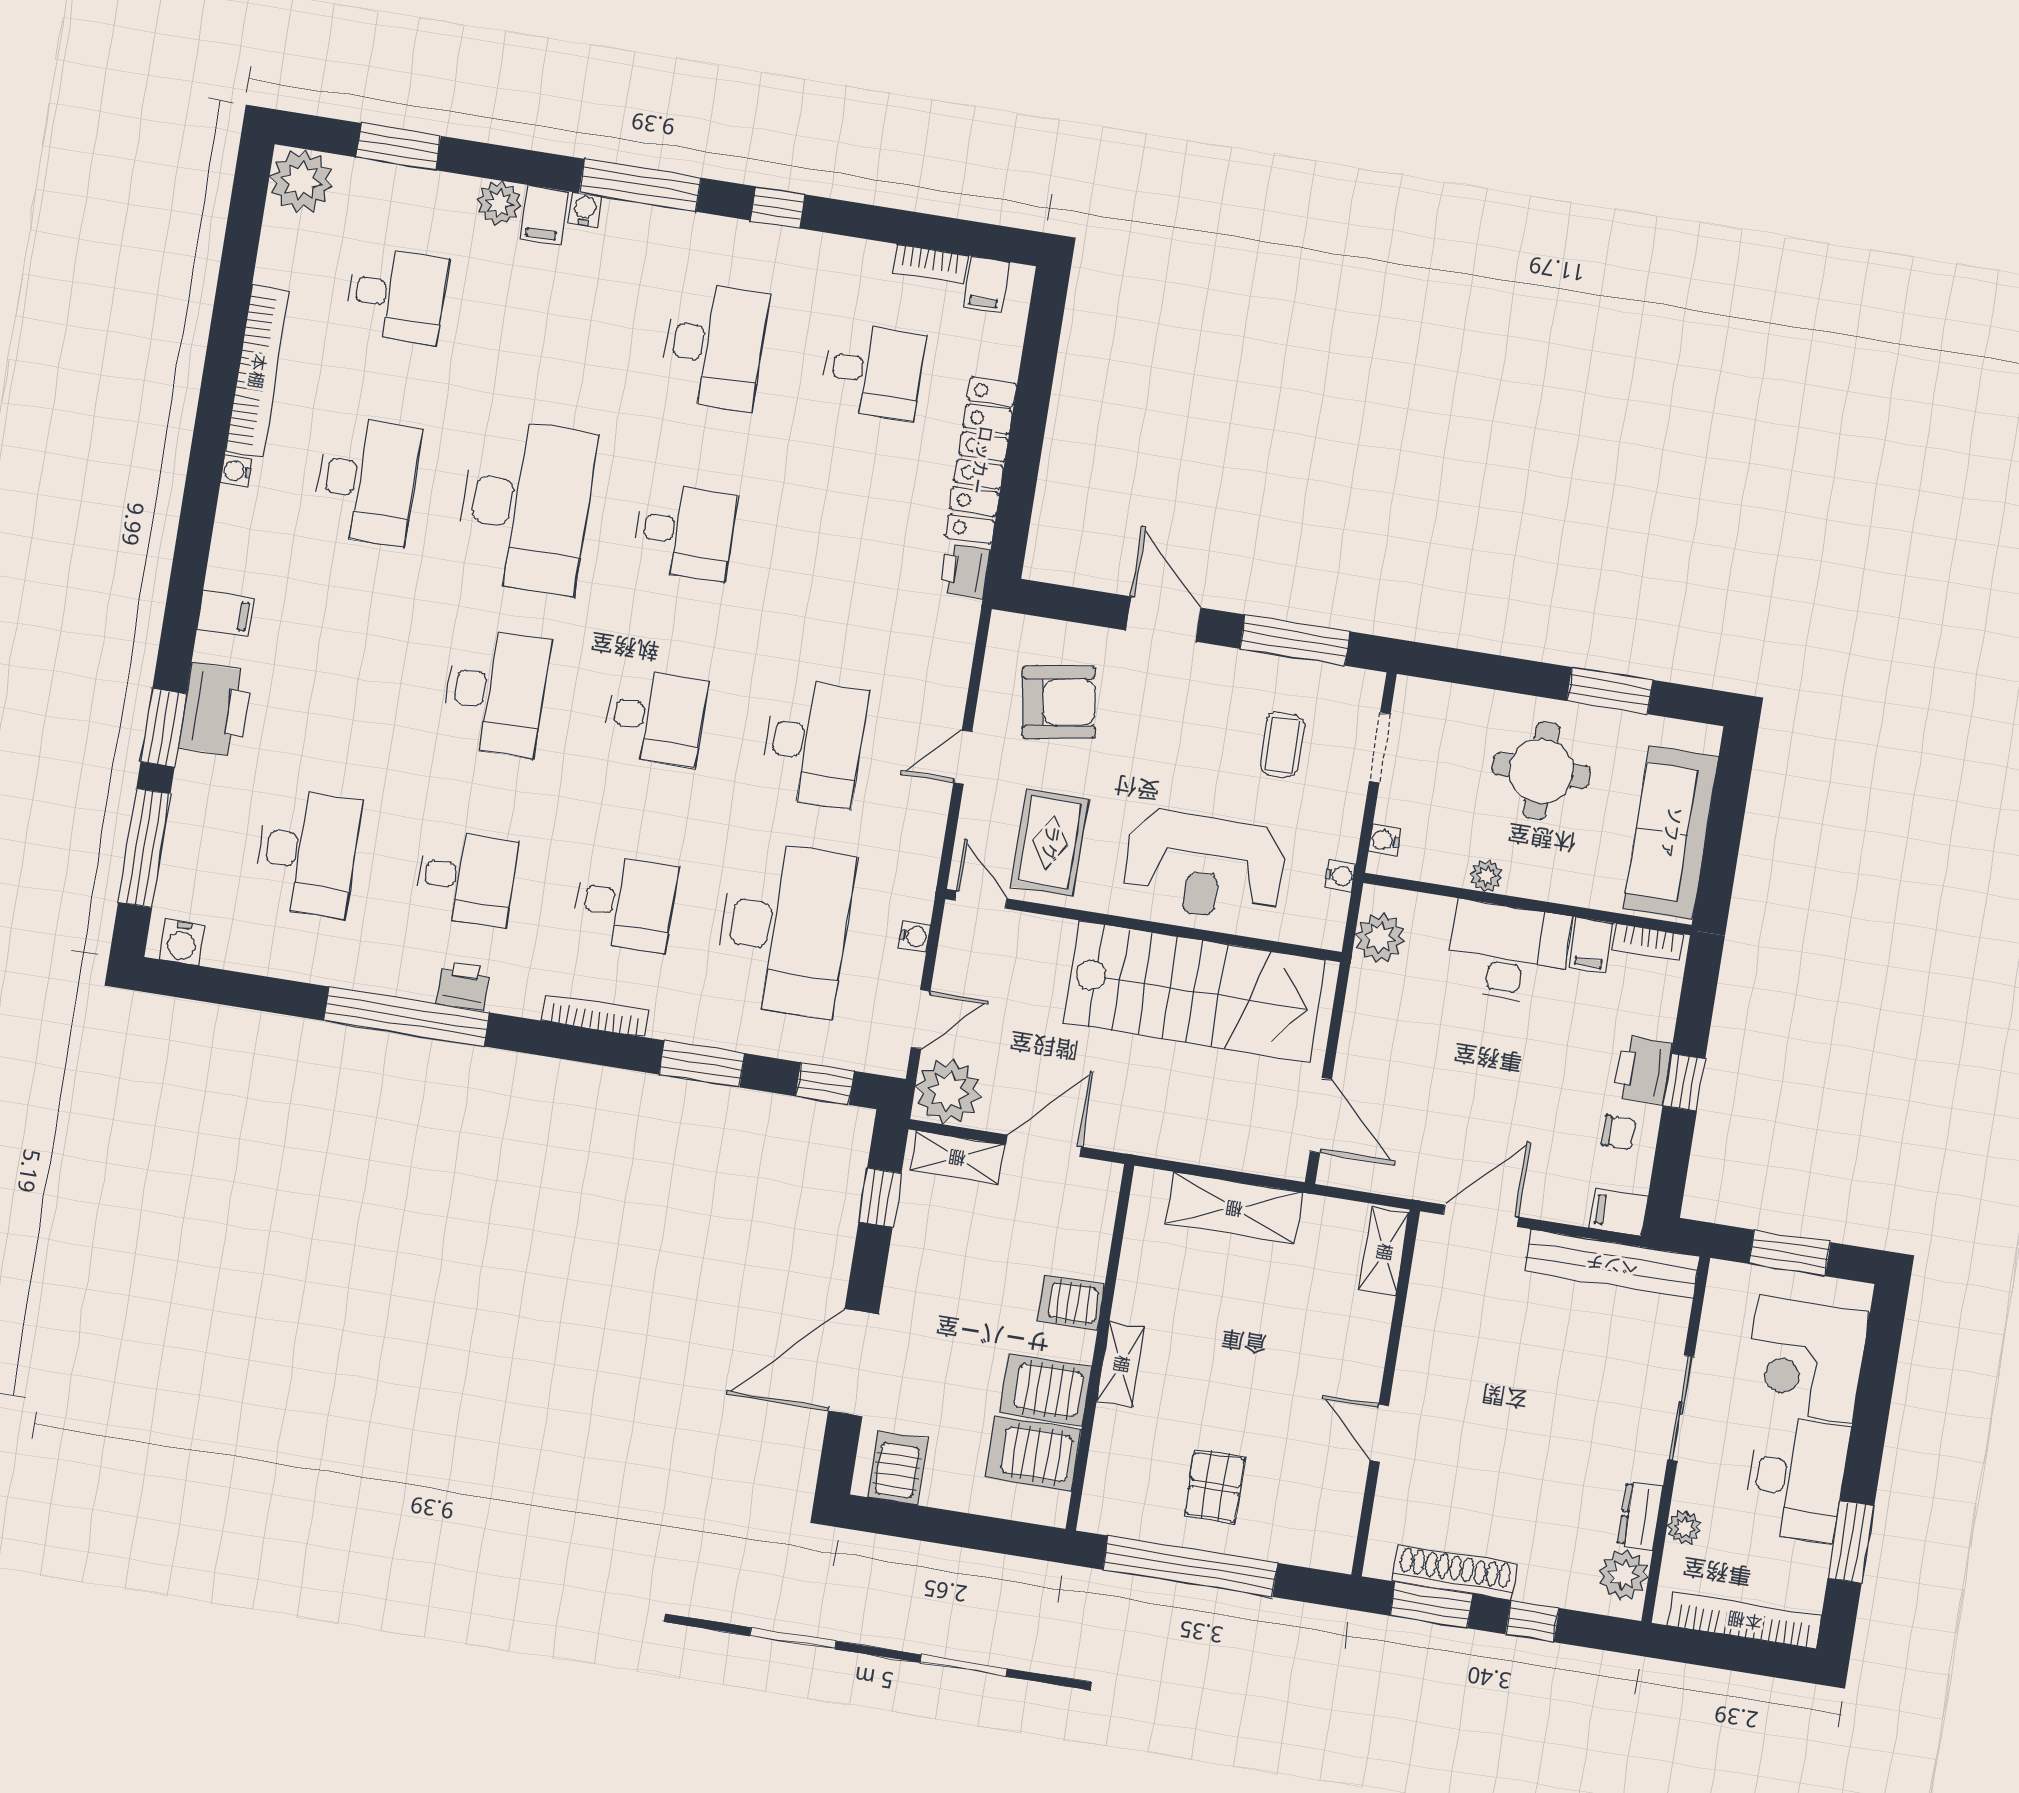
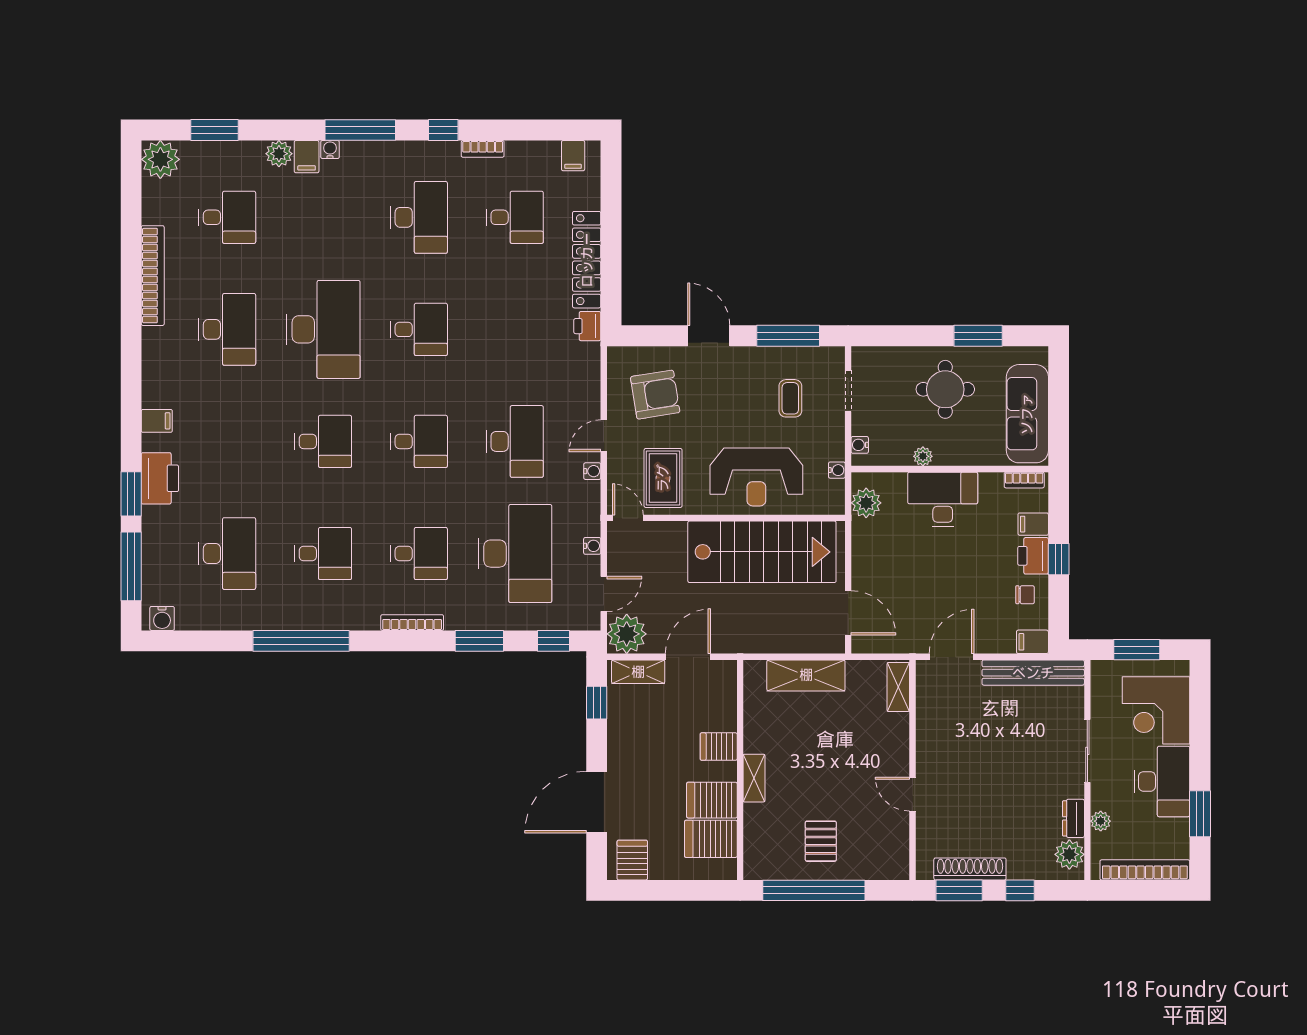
bookcase: (930, 264) -> (483, 149), moved
water cooler: (236, 471) -> (592, 471), moved, turned 180
desk: (496, 692) -> (323, 441), width x0.73
filing cabinet: (1591, 945) -> (1033, 524), moved, turned 90
printer: (463, 986) -> (332, 617), removed

